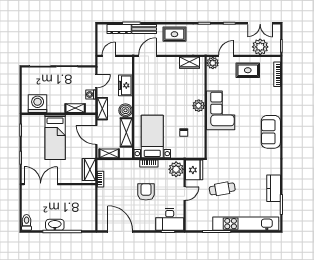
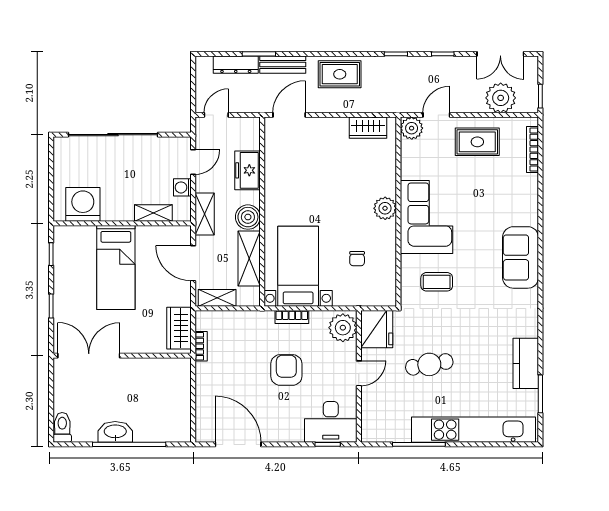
coffee table: (226, 145) -> (437, 282), added

